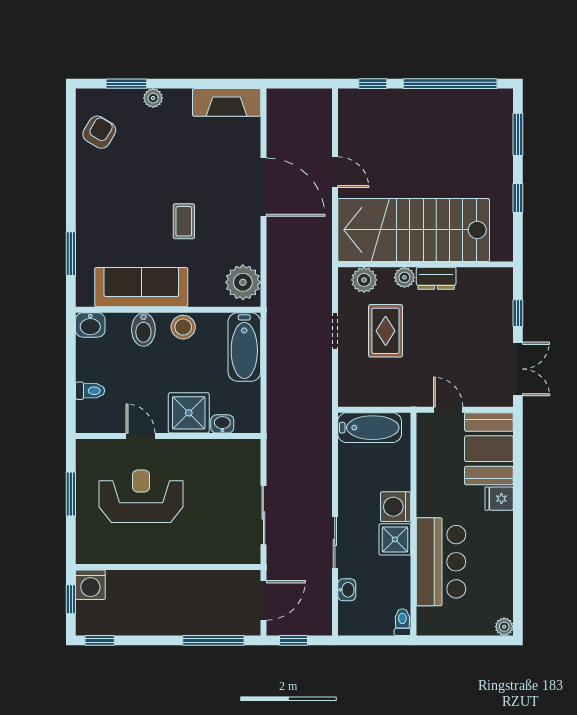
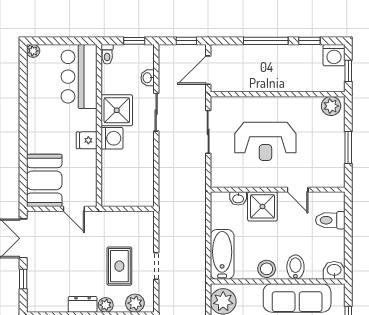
toilet: (90, 391) -> (330, 220), width x1.37, depth x1.39
bathtub: (370, 428) -> (131, 196), removed
reception desk: (141, 496) -> (265, 141), moved
fridge: (499, 499) -> (87, 140), moved, turned 180
shower: (395, 539) -> (117, 110), width x1.36, depth x1.36
plant: (94, 551) -> (331, 106), added
bar counter: (441, 562) -> (79, 77), moved
washing machine: (90, 585) -> (334, 55), moved, turned 180
window: (100, 640) -> (309, 41), moved
window: (213, 640) -> (266, 41), moved
window: (365, 640) -> (134, 41), added

